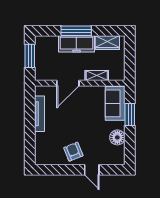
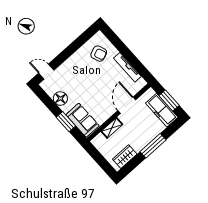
freezer: (76, 44) -> (162, 110), moved, turned -90
armchair: (73, 152) -> (99, 54), moved
door: (92, 170) -> (46, 72), moved

